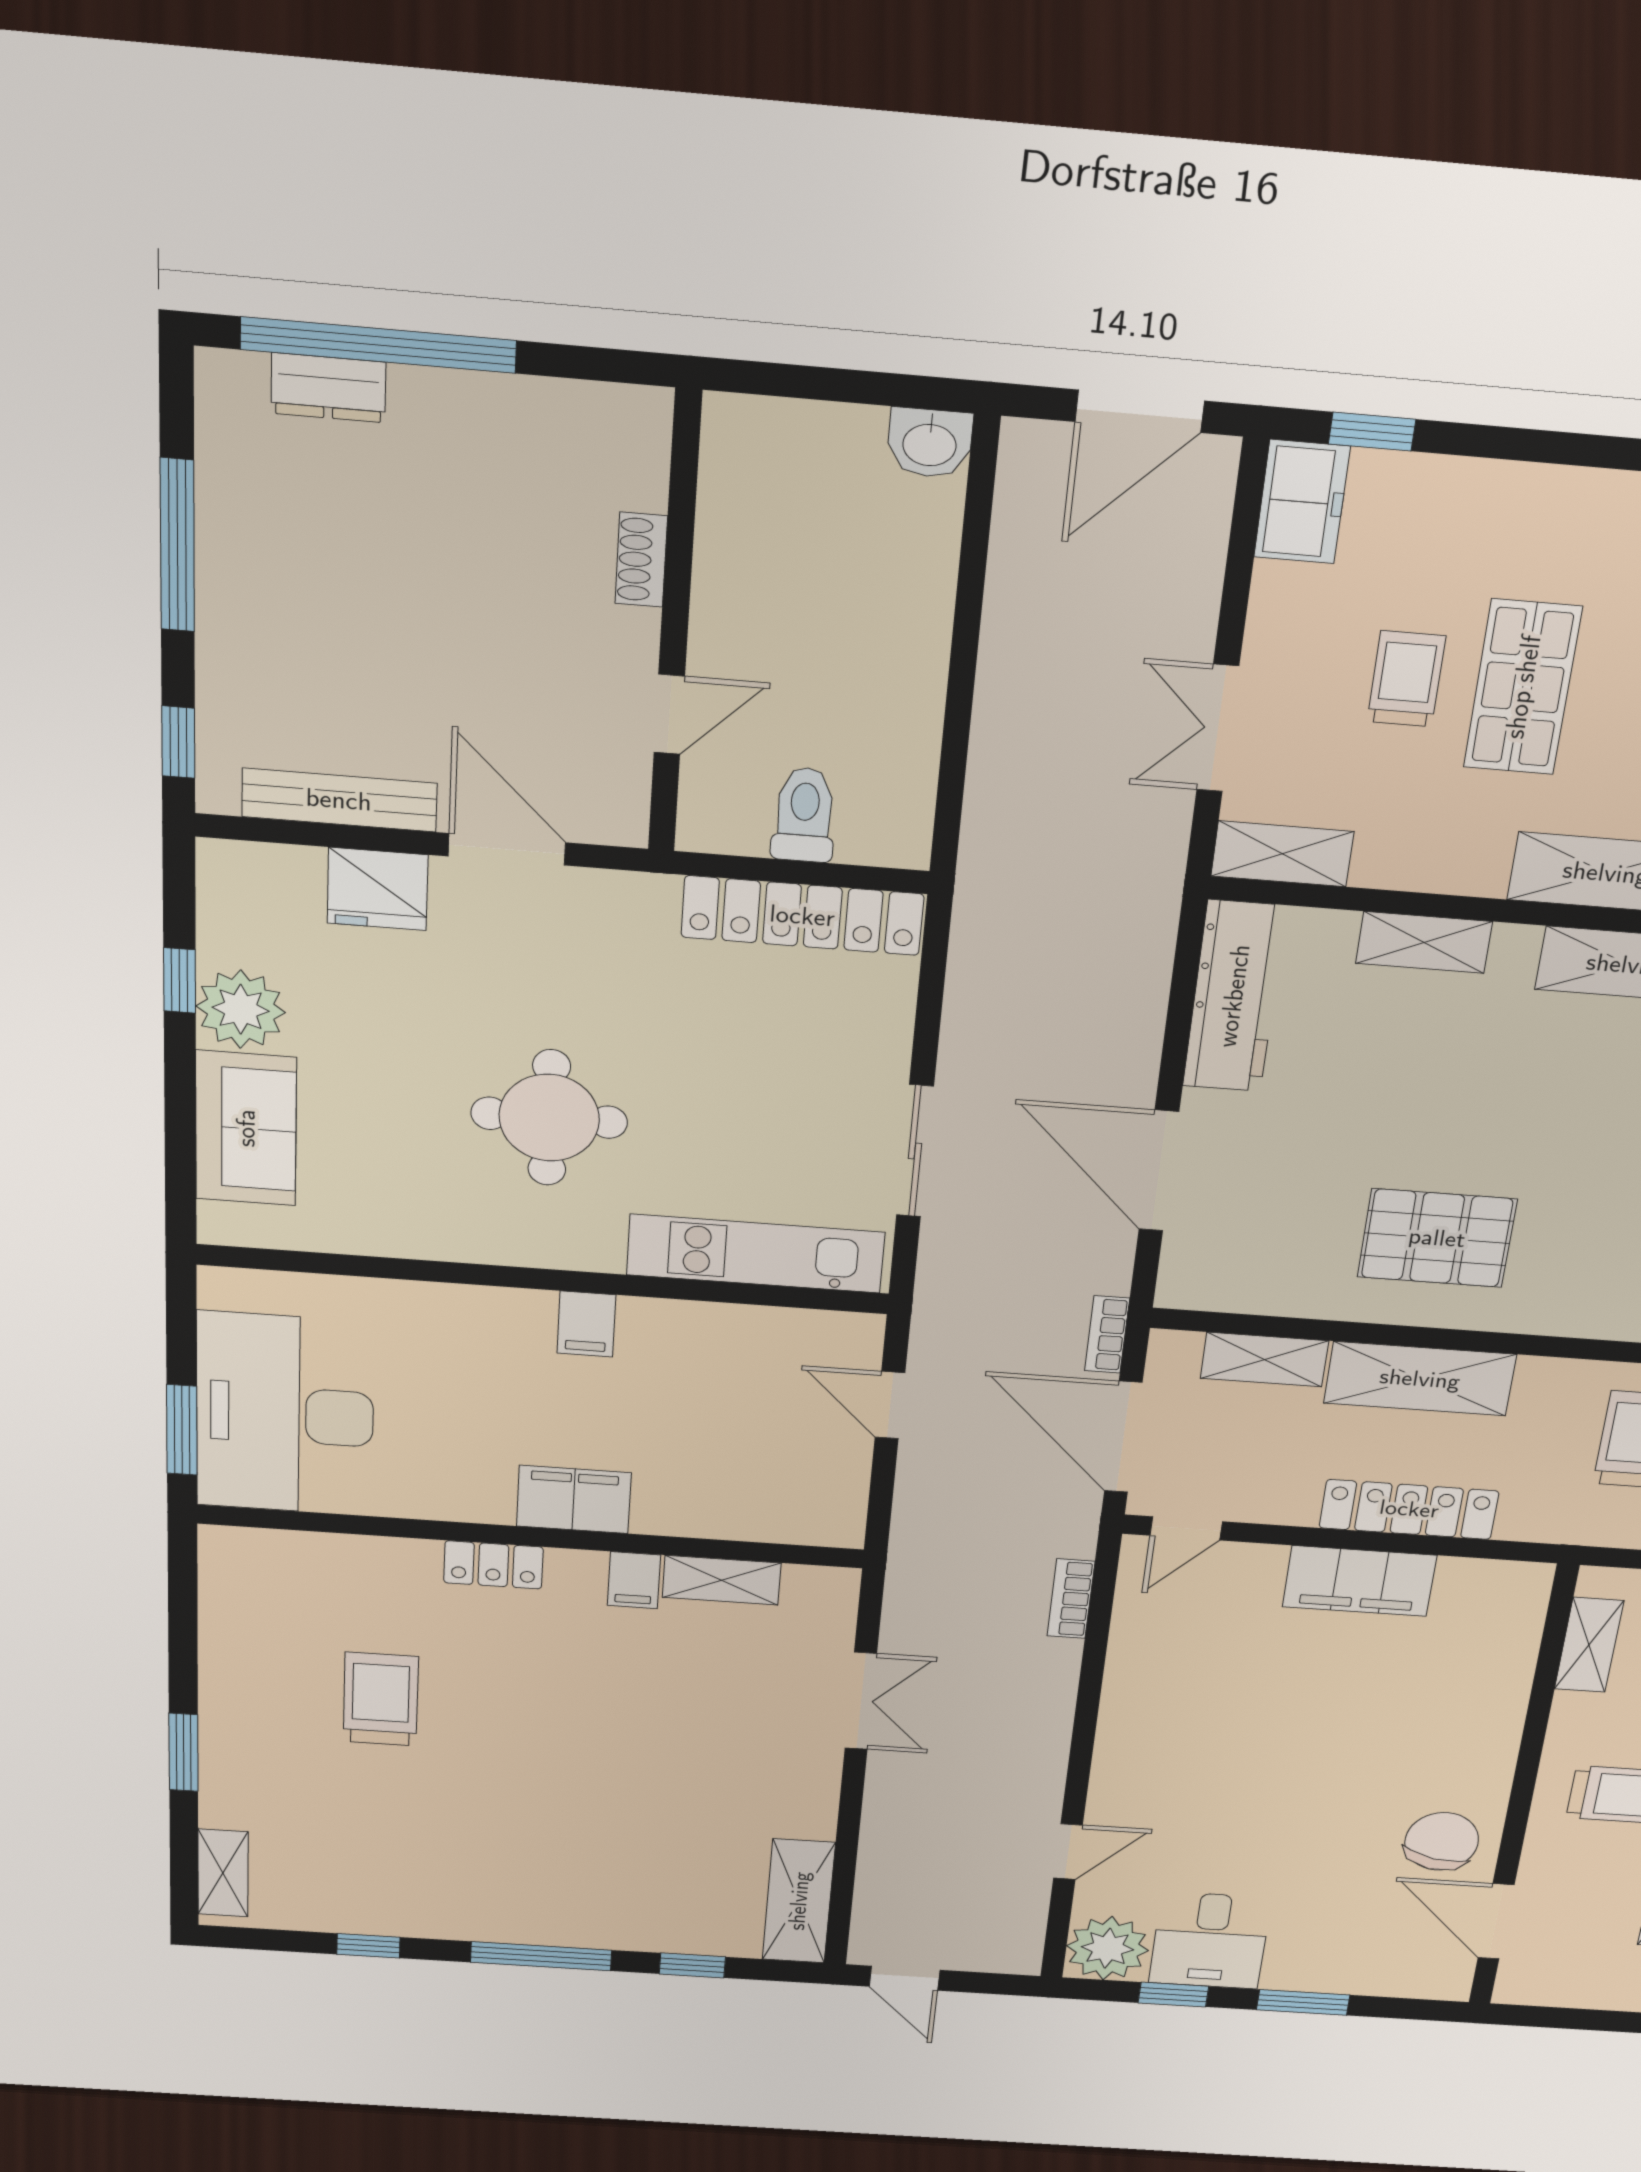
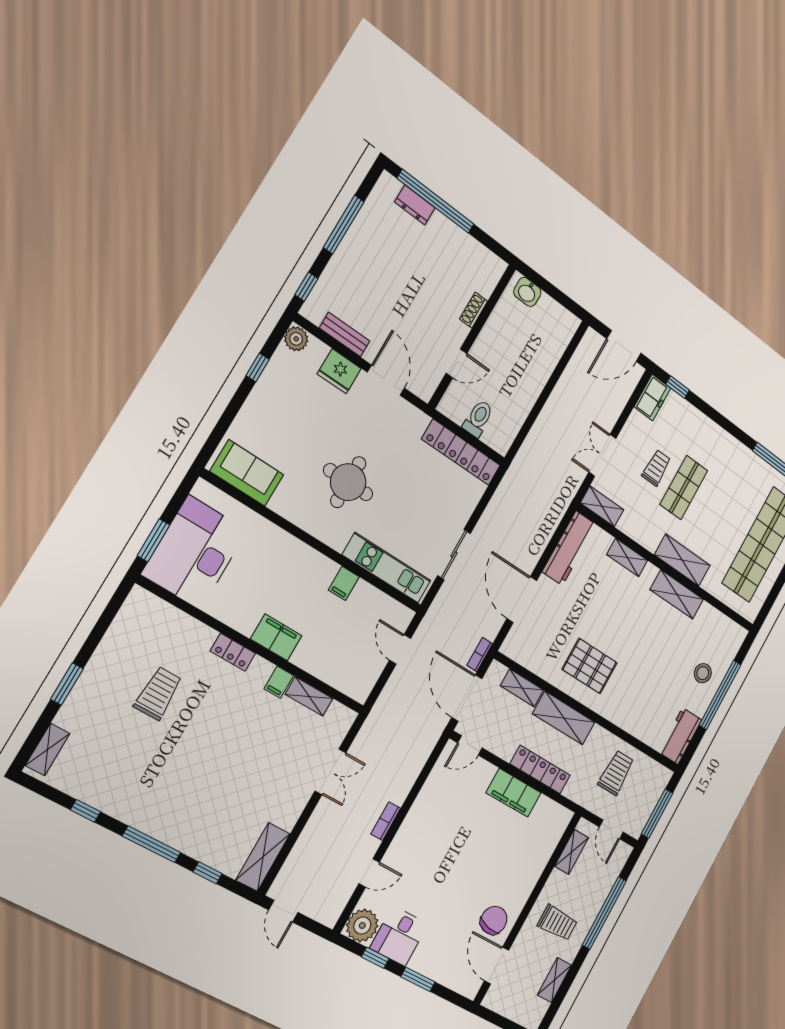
washbasin: (930, 443) -> (527, 292), moved
bench: (339, 800) -> (345, 335), width x0.73
plant: (241, 1009) -> (296, 339), moved, width x0.73, depth x0.73
sofa: (246, 1128) -> (247, 473), moved, turned -90
filing cabinet: (586, 1324) -> (344, 583), moved
bookcase: (1071, 1599) -> (386, 821), moved

